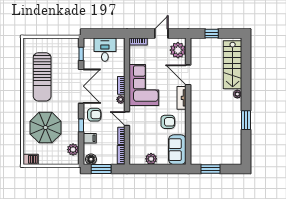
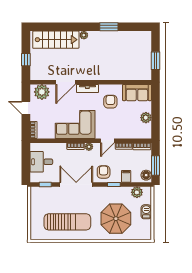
barbecue: (31, 159) -> (146, 212), moved

